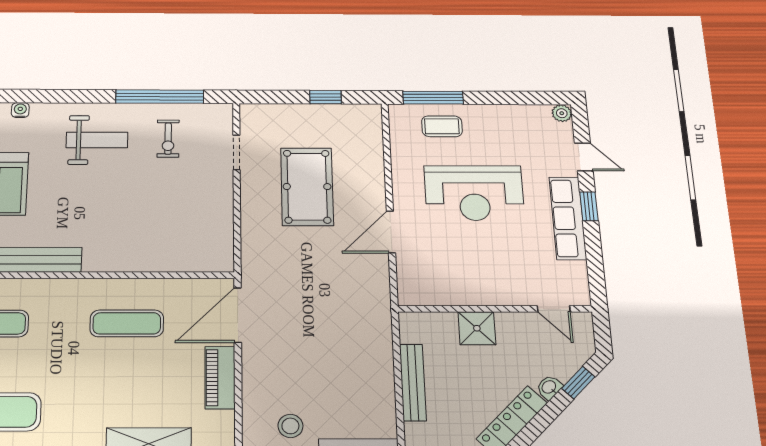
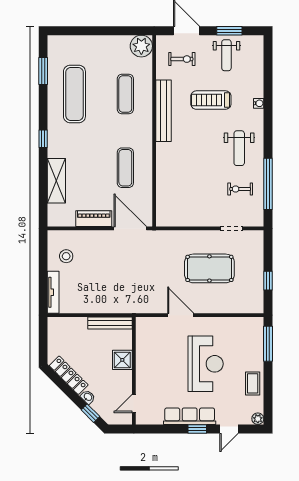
coffee table: (442, 126) -> (253, 383), moved
reception desk: (474, 193) -> (206, 364), turned 180
bench: (413, 382) -> (110, 323), moved

